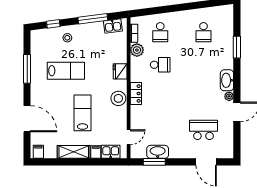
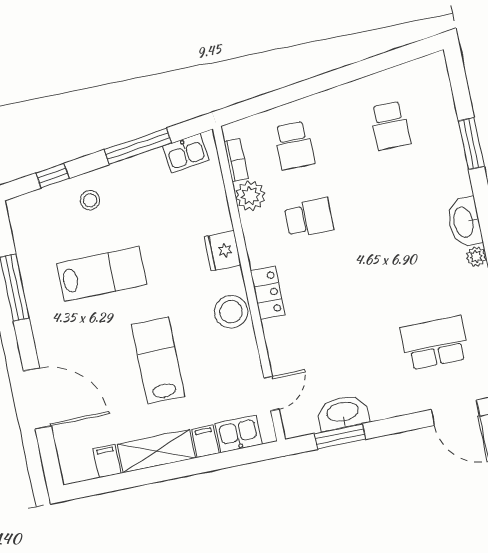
filing cabinet: (38, 152) -> (107, 461), moved

